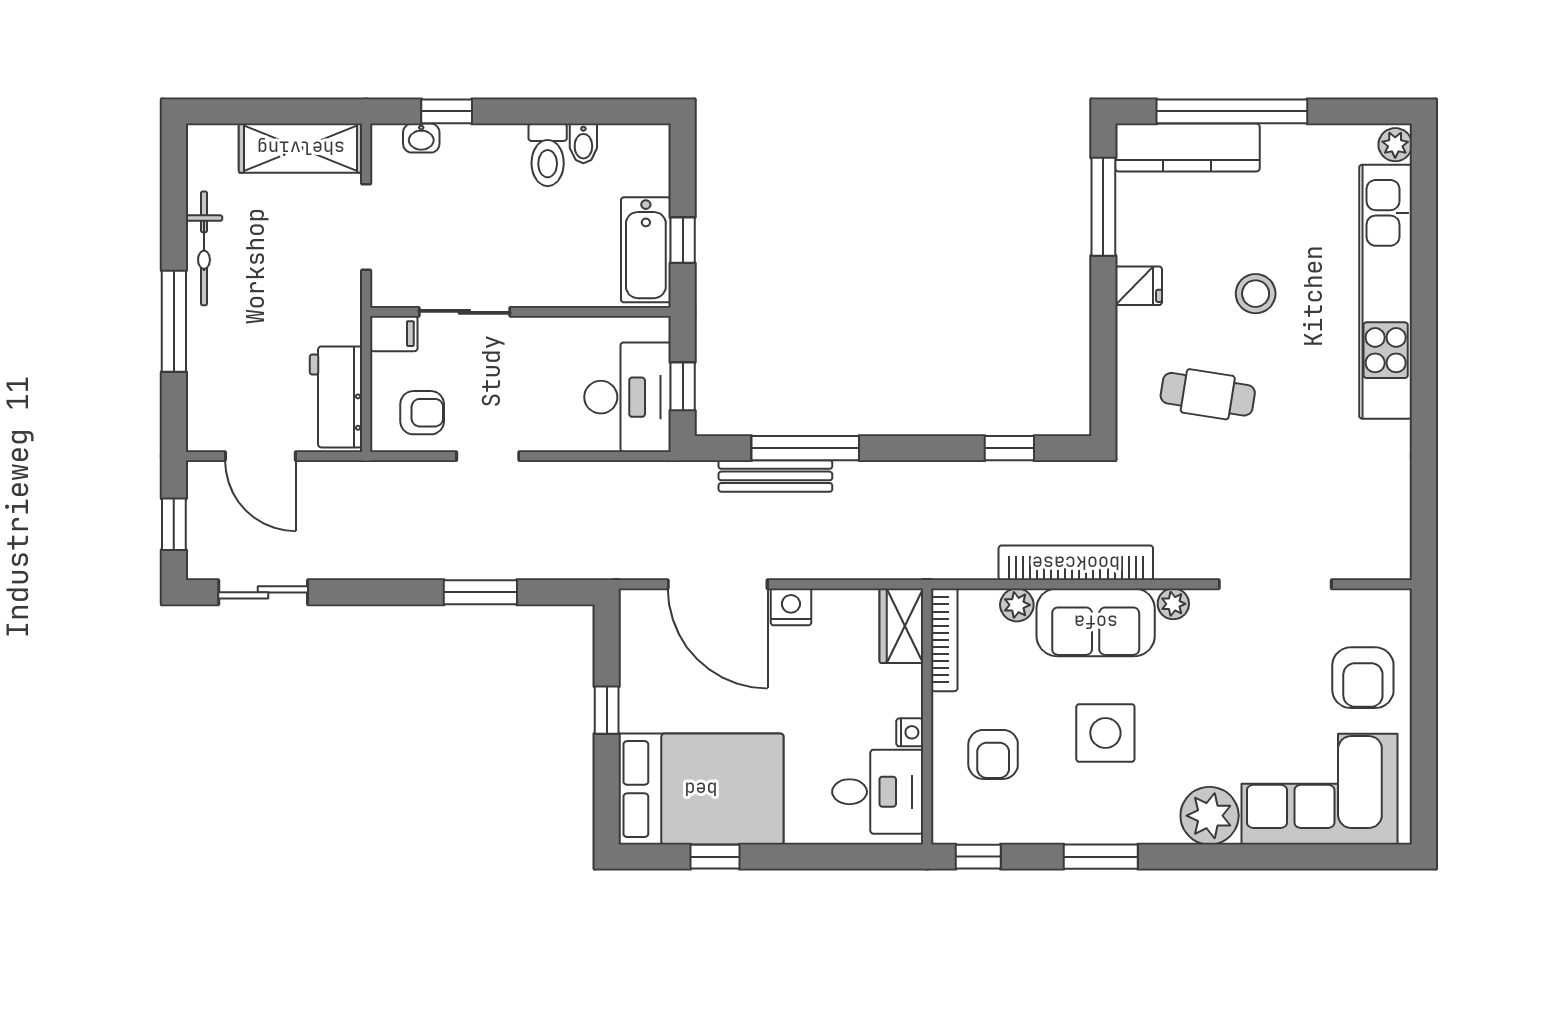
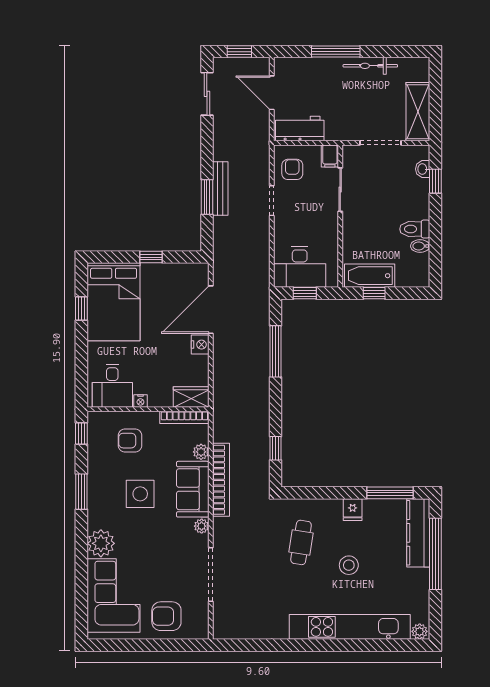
armchair: (422, 413) -> (292, 169), turned 180
door: (260, 456) -> (272, 93), hinge flipped
bench: (775, 476) -> (220, 188), moved

